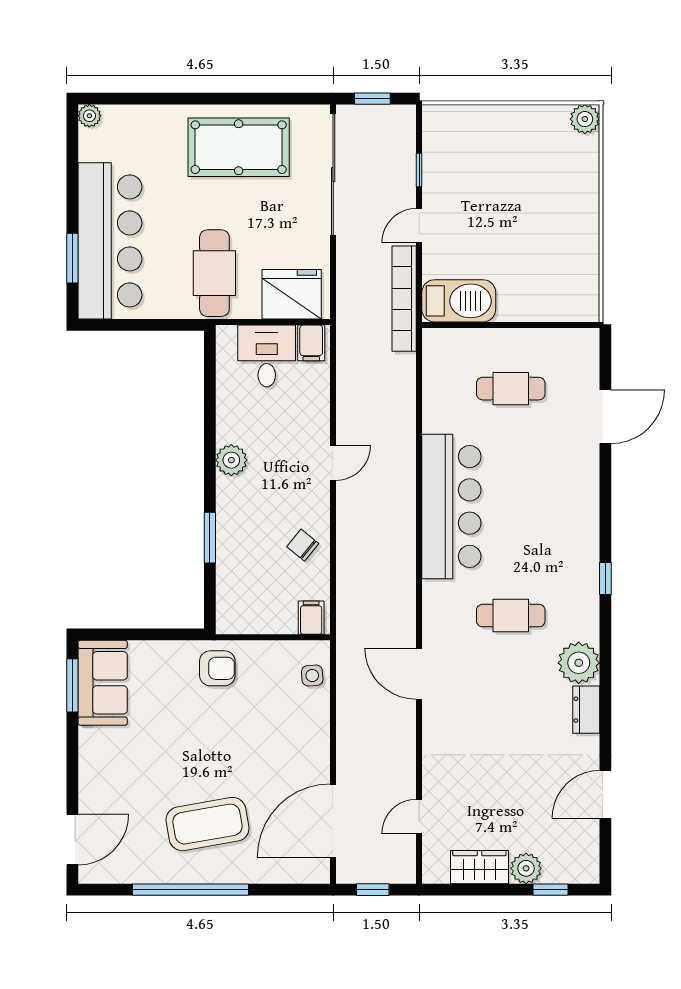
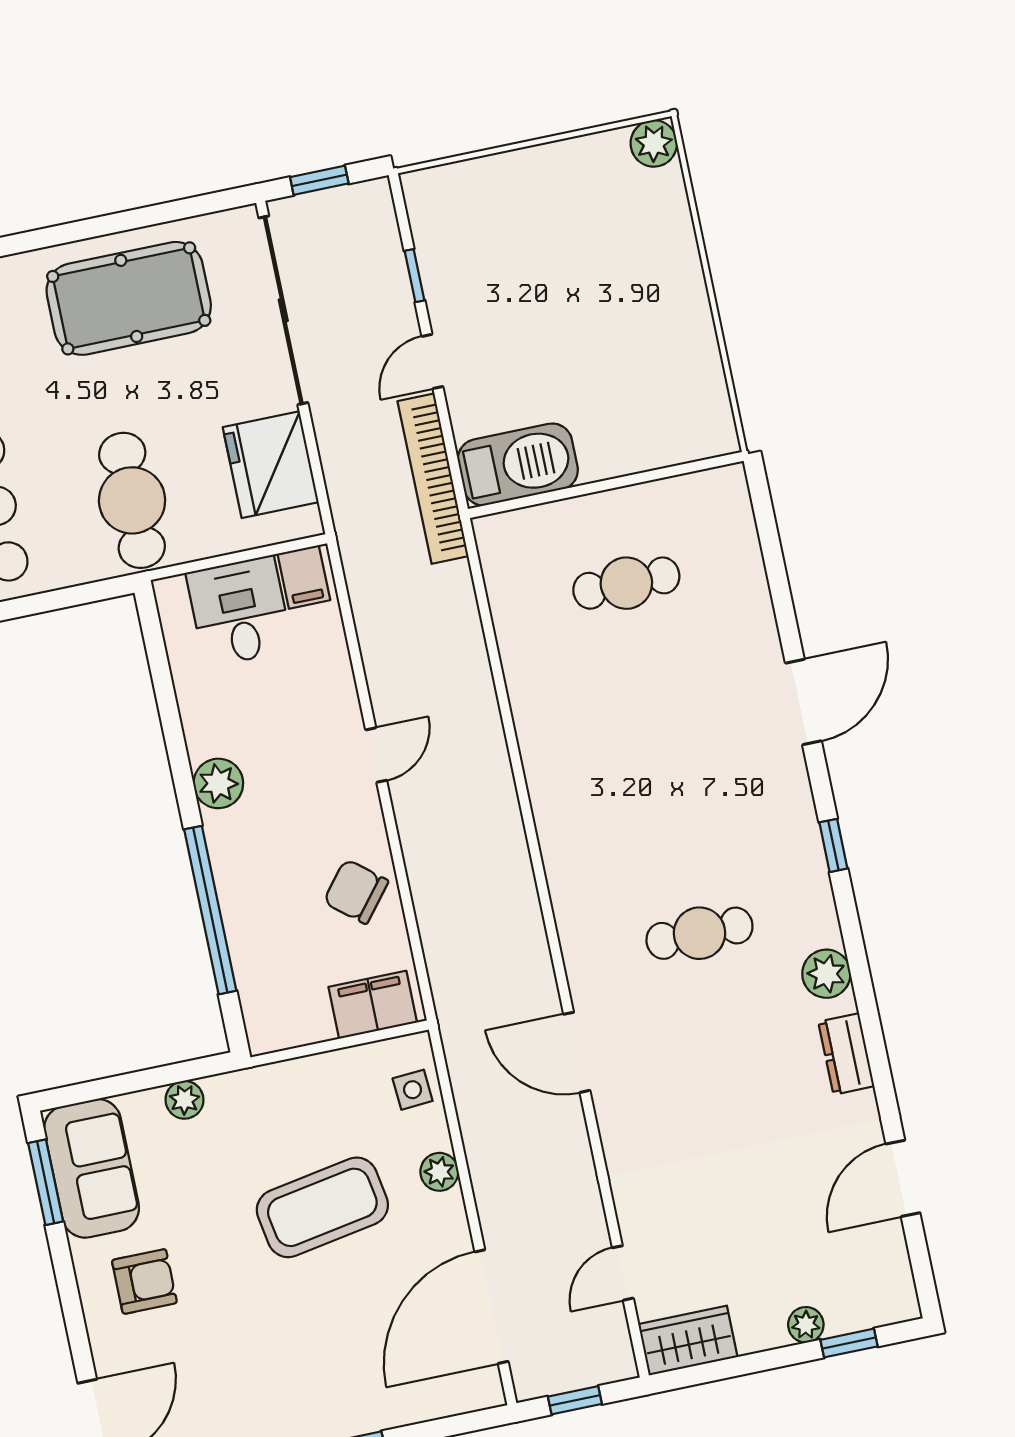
fridge: (292, 294) -> (271, 465), moved, turned -90
door: (605, 417) -> (803, 702), moved
bar counter: (451, 506) -> (573, 784), removed
window: (210, 538) -> (210, 910), width x2.11
chair: (303, 545) -> (356, 892), width x1.37, depth x1.37
filing cabinet: (311, 618) -> (373, 1005), width x2.00
plant: (169, 652) -> (185, 1100), added
plant: (579, 663) -> (826, 974), width x0.73, depth x0.73
armchair: (217, 668) -> (144, 1281), moved
plant: (318, 730) -> (439, 1172), added
coffee table: (207, 824) -> (322, 1207), moved
wardrobe: (479, 867) -> (688, 1341), moved
plant: (526, 868) -> (806, 1325), width x0.73, depth x0.73

